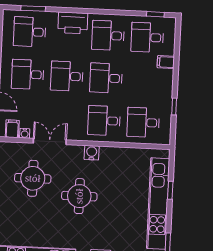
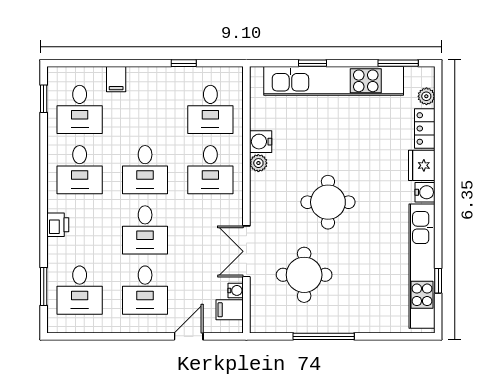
printer: (73, 23) -> (58, 225), width x0.53, depth x0.68
plant: (107, 152) -> (258, 163), added
water cooler: (92, 153) -> (261, 142), moved

